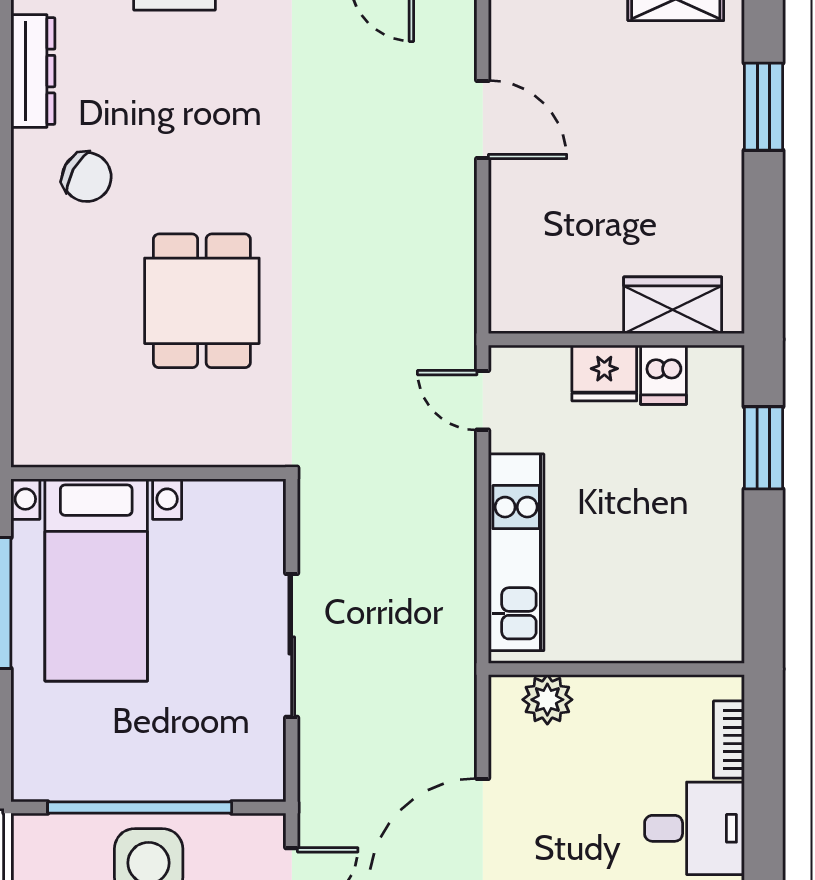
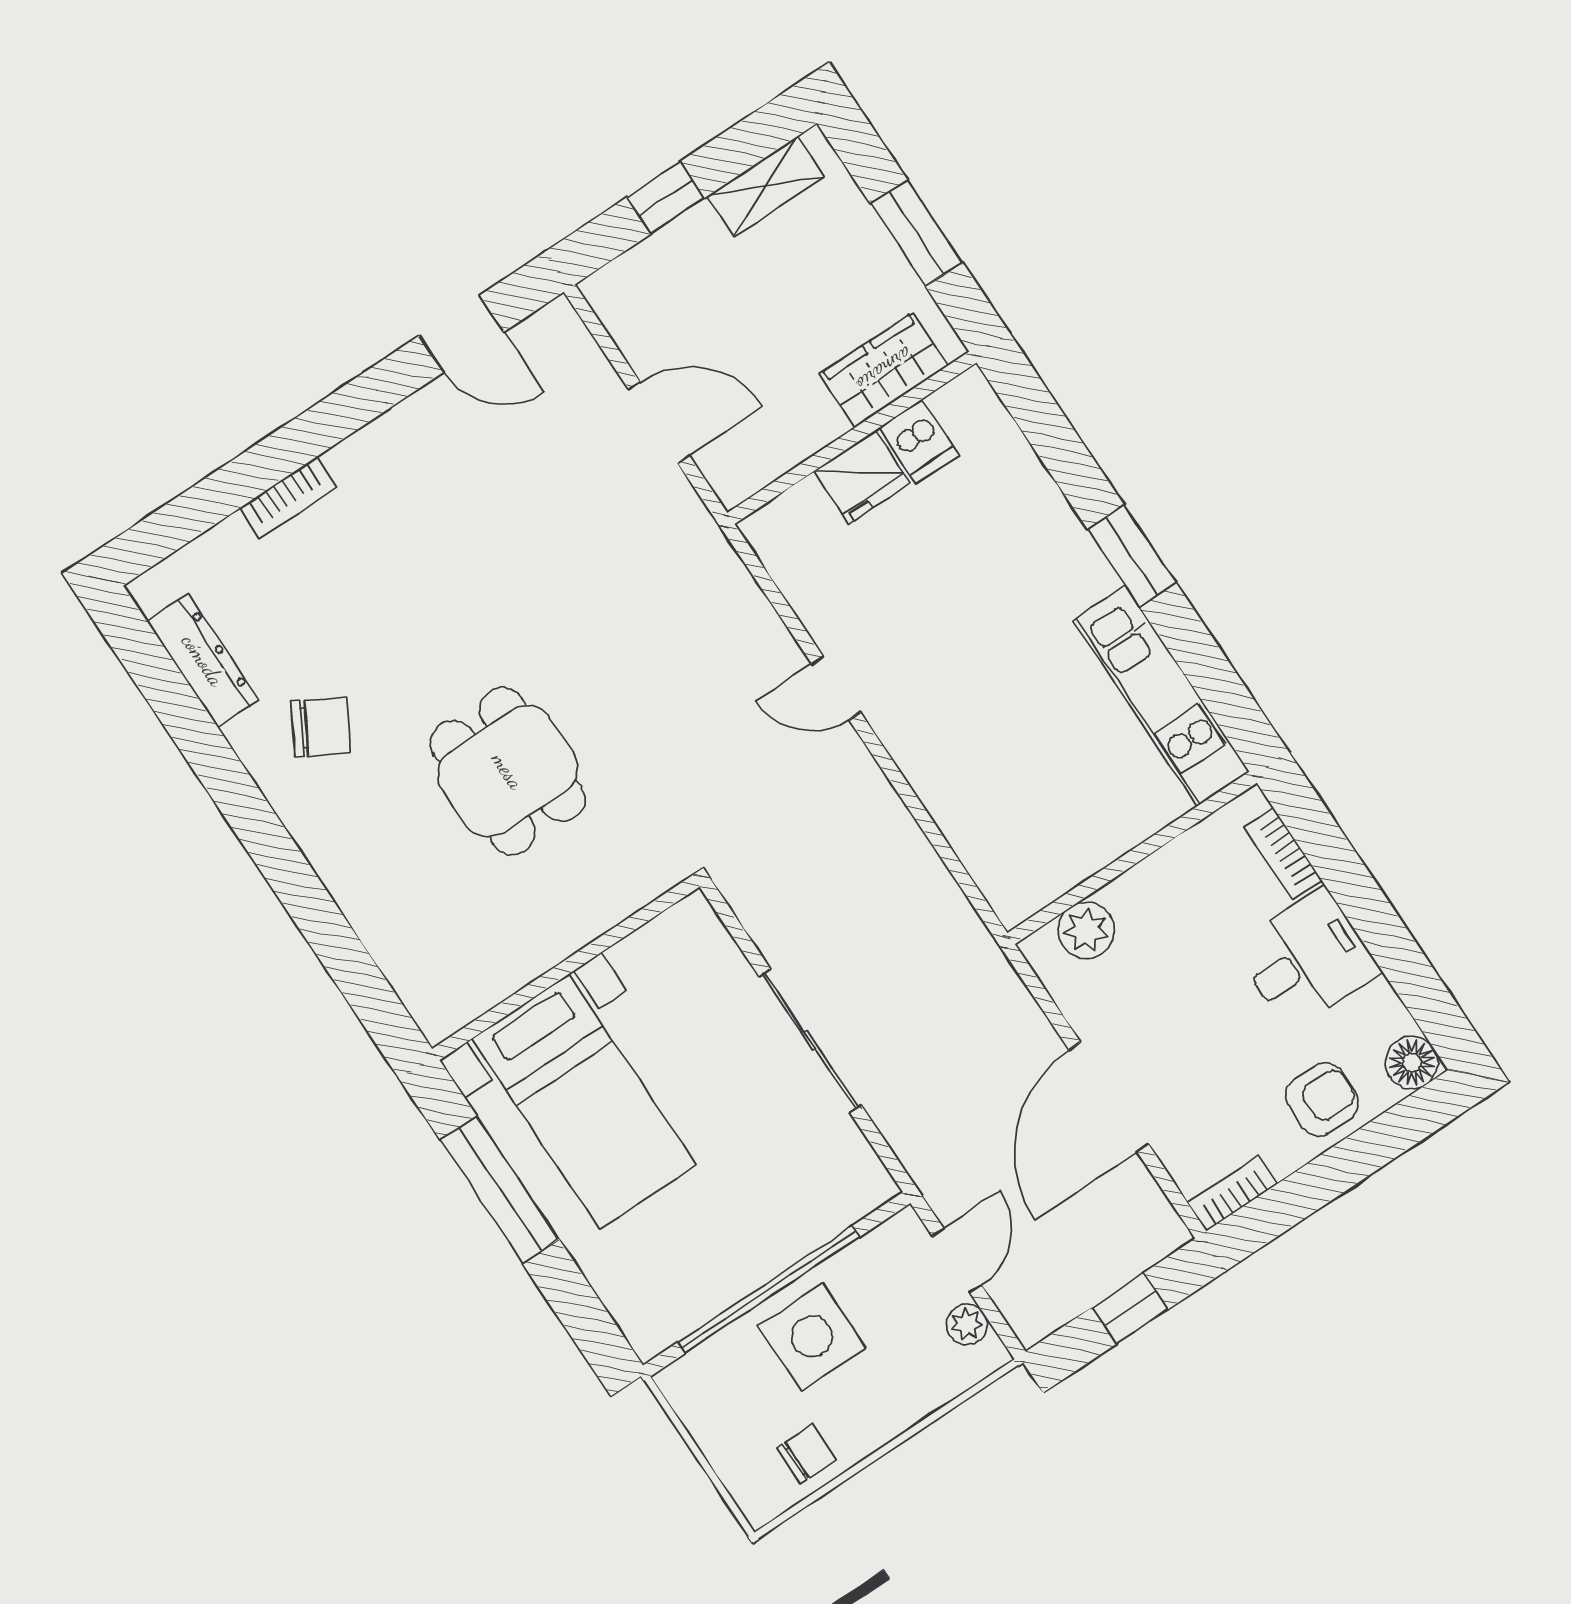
wardrobe: (673, 305) -> (884, 370), moved
wall: (616, 339) -> (852, 438), moved
fridge: (604, 373) -> (862, 477), moved
dishwasher: (663, 375) -> (919, 441), moved
kitchen unit: (516, 552) -> (1161, 696), moved, turned 180

